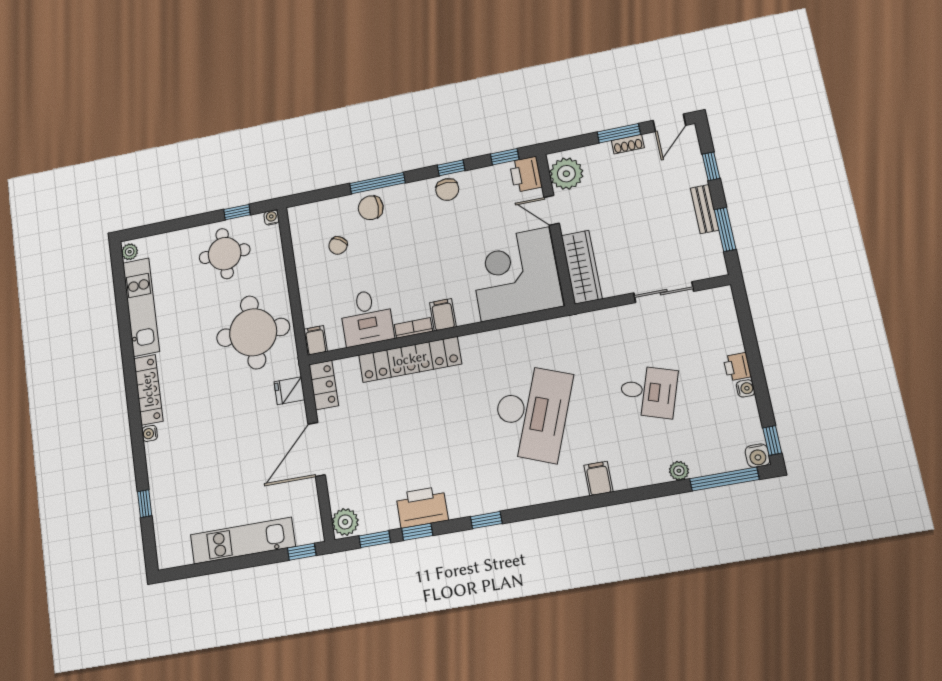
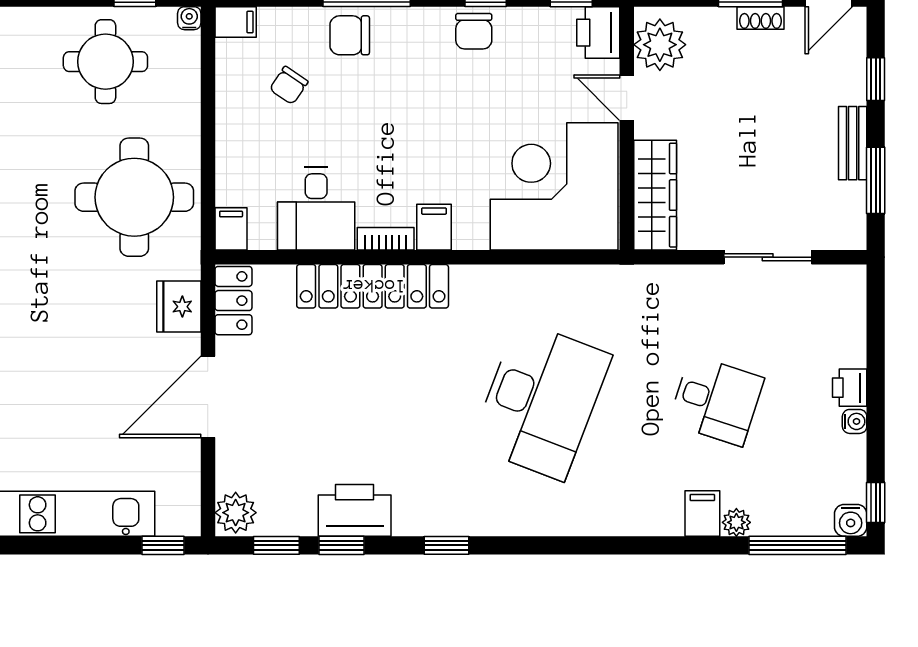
filing cabinet: (300, 214) -> (236, 22), added
fridge: (289, 391) -> (179, 307), width x1.38
filing cabinet: (598, 479) -> (702, 514), moved

